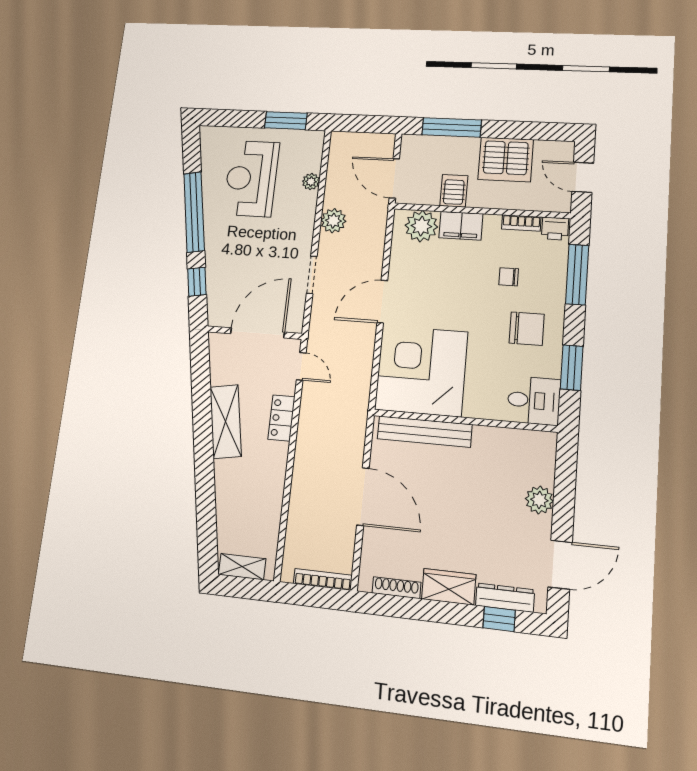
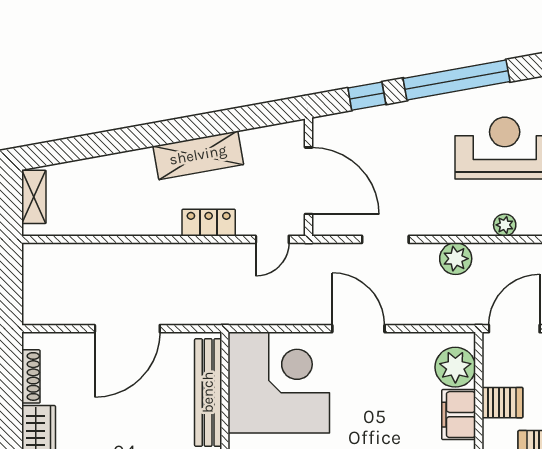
bookcase: (323, 579) -> (30, 292), removed

